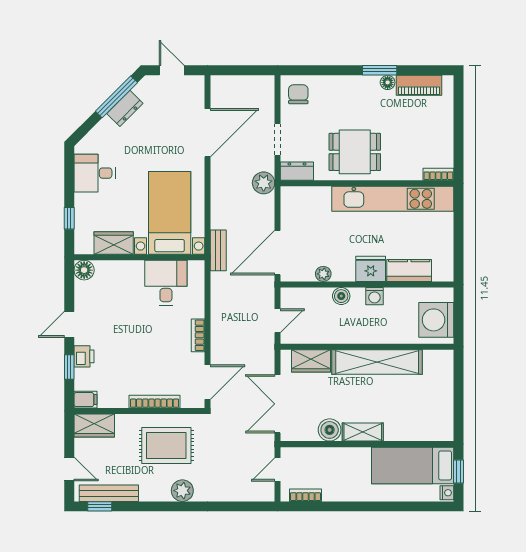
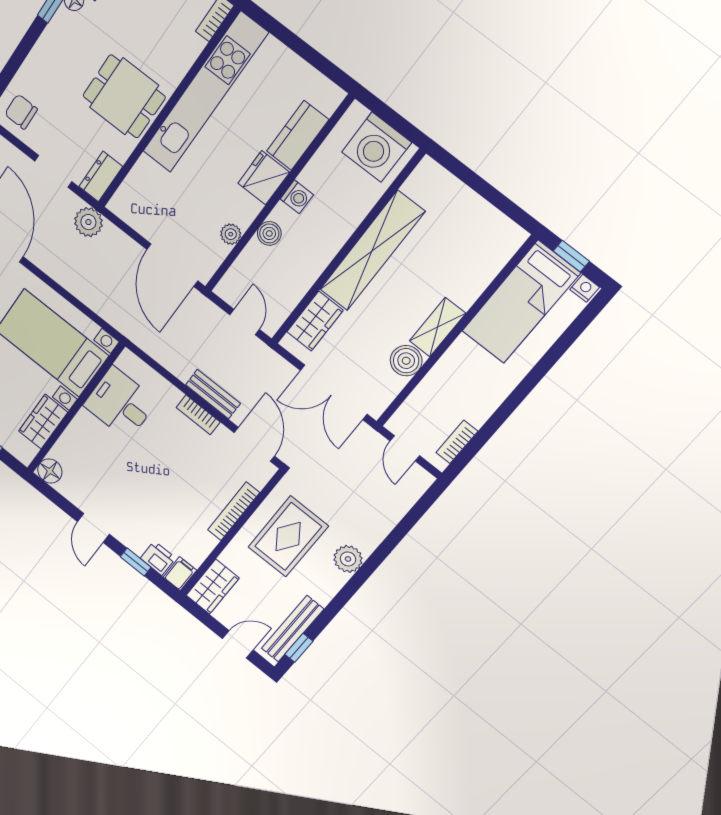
dining table: (355, 152) -> (124, 96), turned 90
bench: (218, 250) -> (213, 394), moved
printer: (84, 356) -> (158, 558), moved

